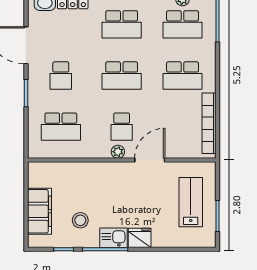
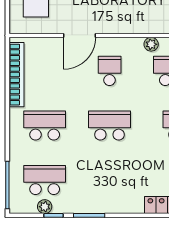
school desk: (122, 24) -> (110, 180), removed
plant: (118, 152) -> (151, 44), moved

